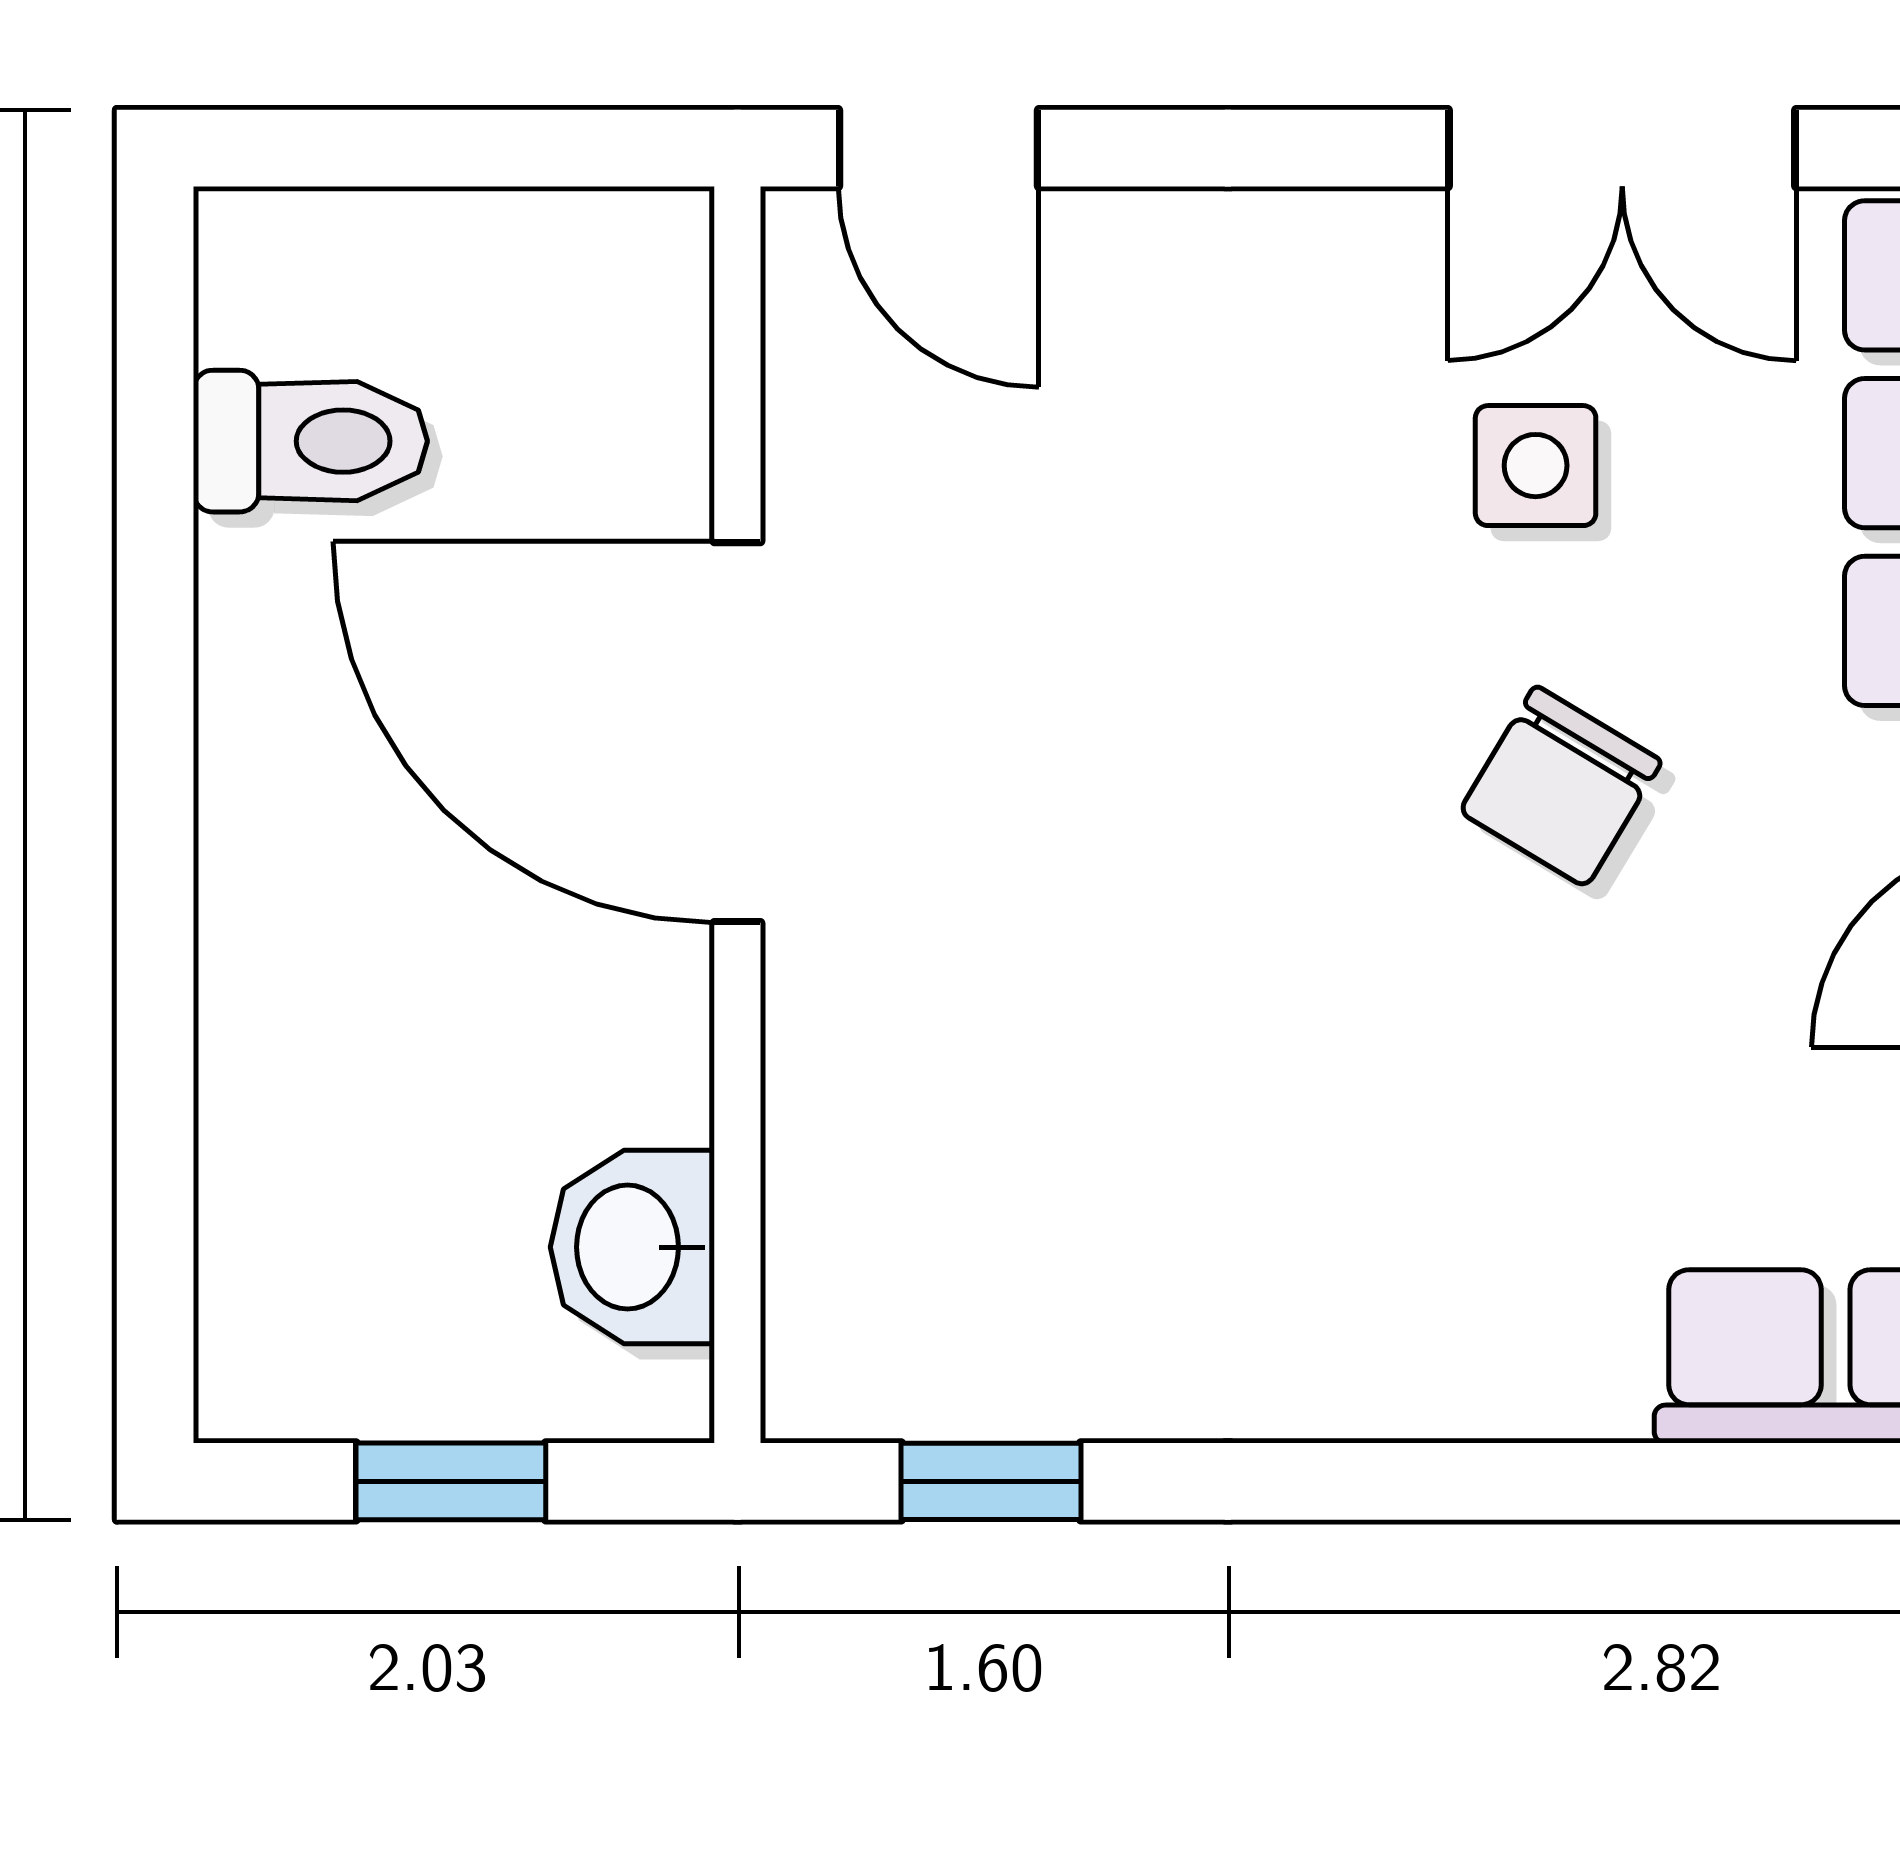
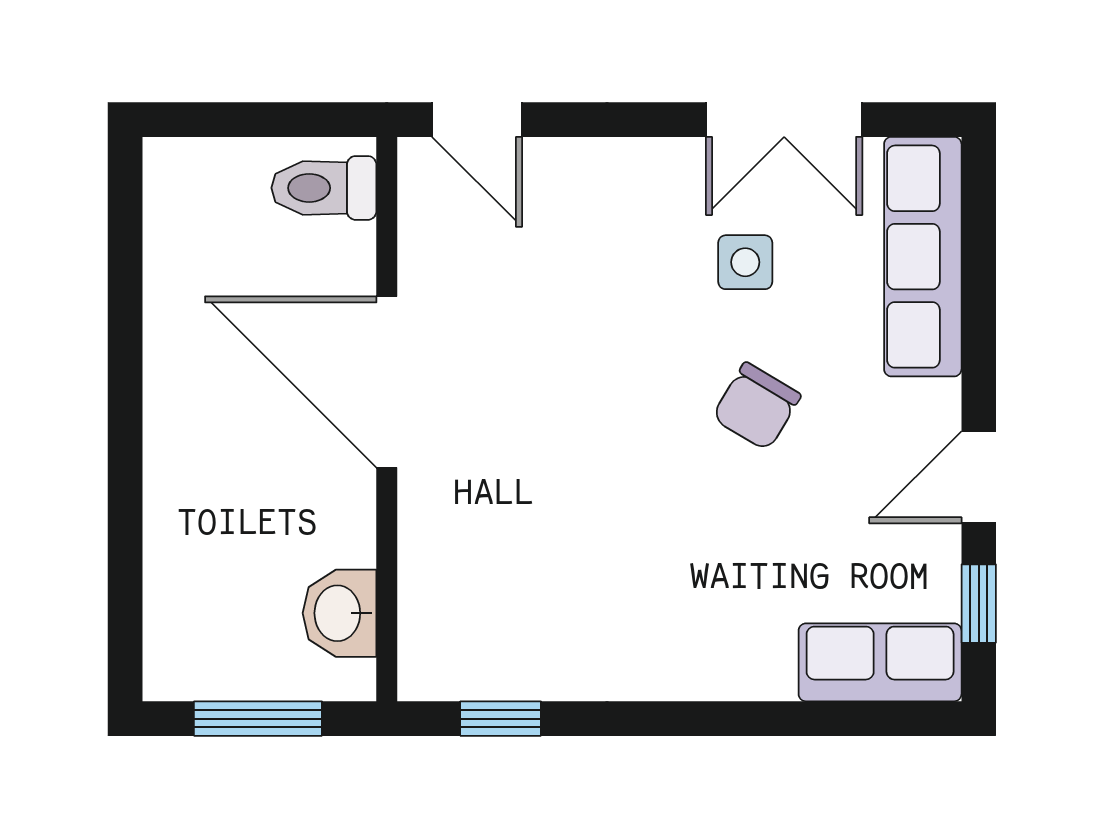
toilet: (310, 441) -> (324, 188), moved, turned 180
window: (451, 1481) -> (258, 719), width x1.50

